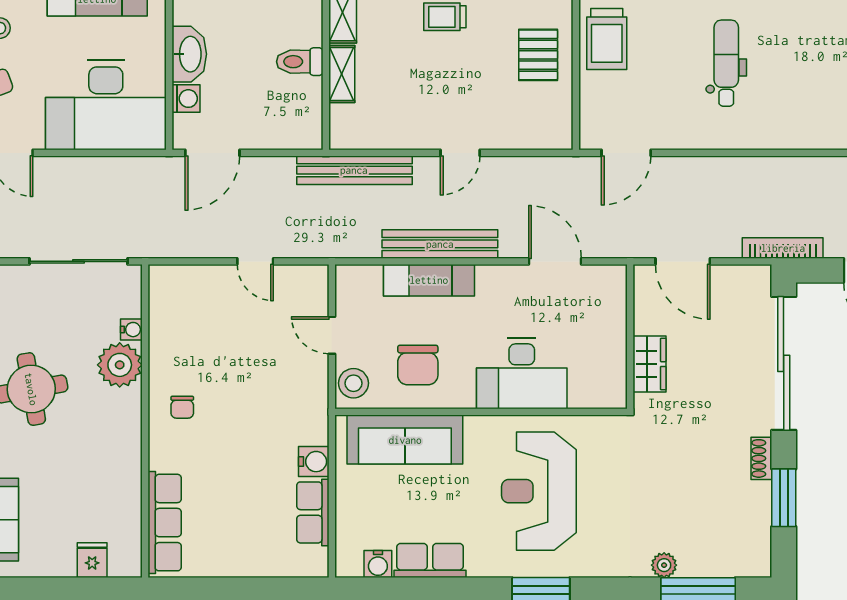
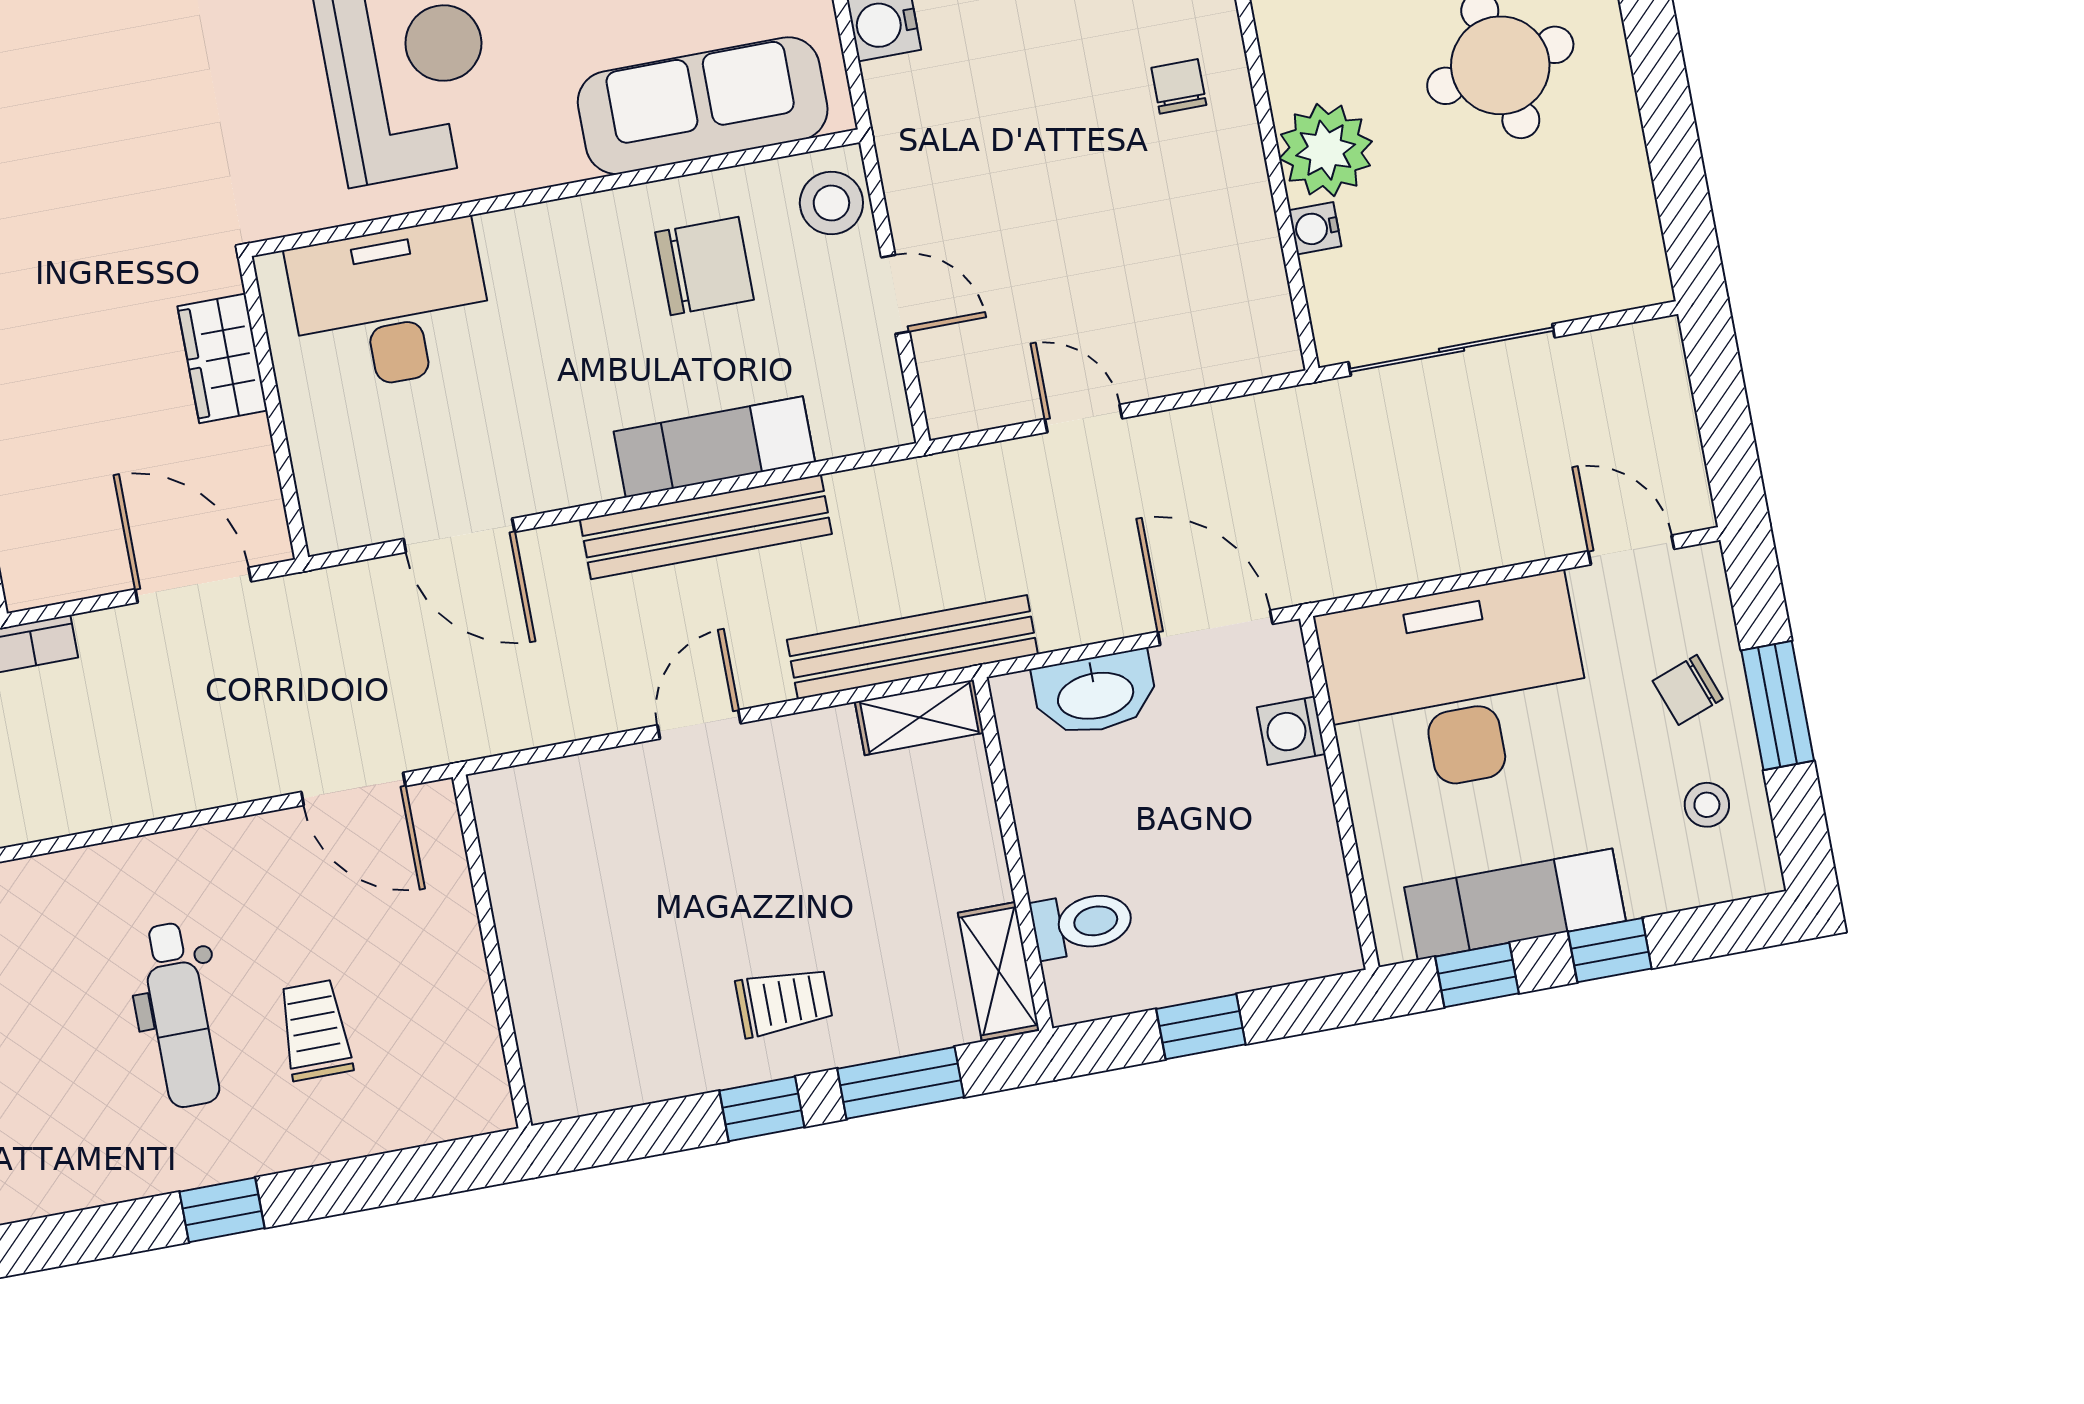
trolley: (607, 39) -> (315, 1030), moved, width x0.73, depth x0.72
washbasin: (189, 54) -> (1095, 694), moved, turned -90
pallet: (538, 55) -> (575, 959), removed
toilet: (300, 62) -> (1082, 923), moved
shelving: (342, 74) -> (919, 717), moved, turned 90
door: (212, 153) -> (1215, 628), hinge flipped
door: (626, 153) -> (353, 789), swing flipped
chair: (418, 365) -> (705, 266), turned 90
desk: (522, 374) -> (391, 306), moved

